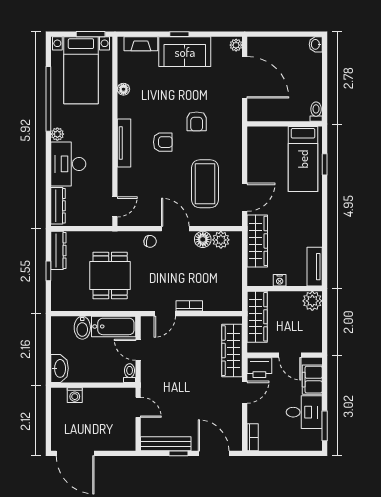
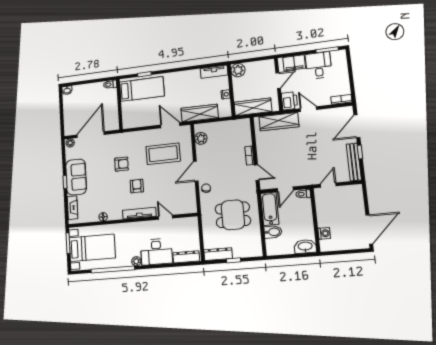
door: (115, 207) -> (165, 217), moved
floor lamp: (203, 239) -> (202, 151), removed

